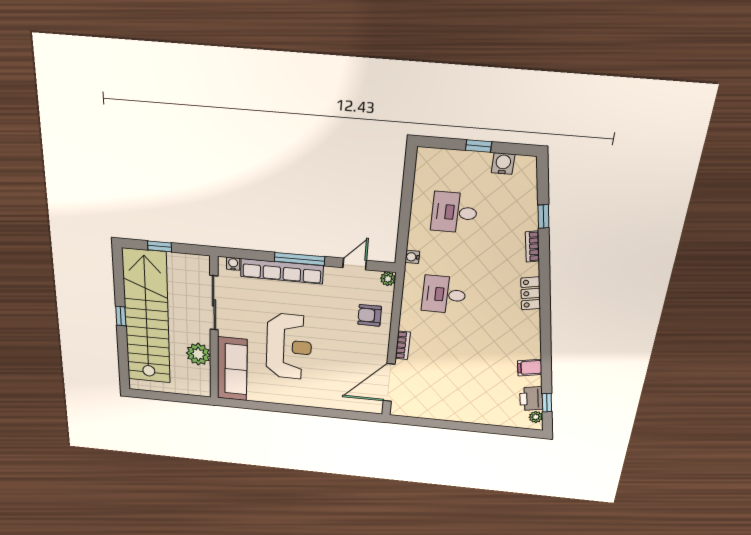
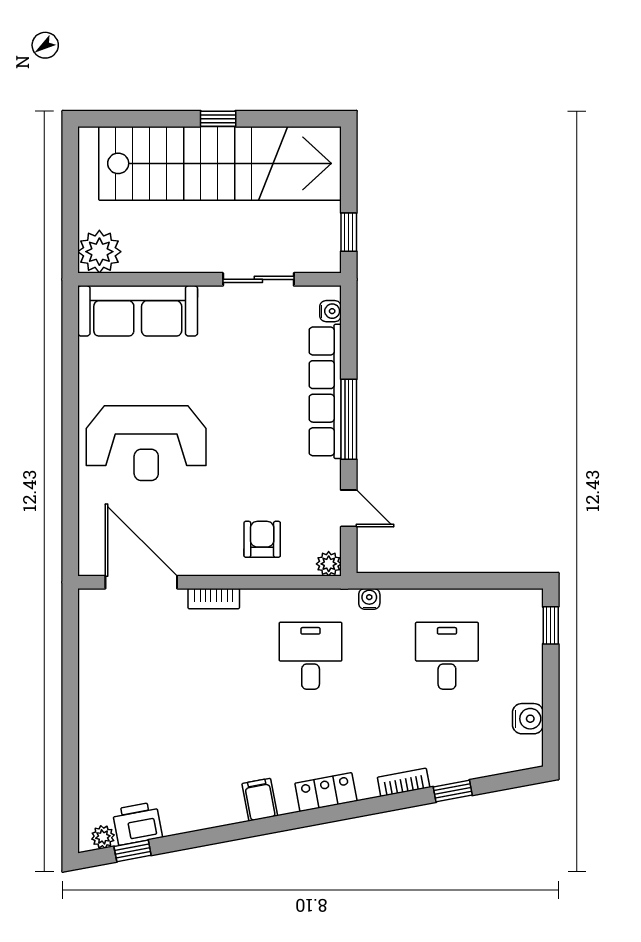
window: (479, 146) -> (551, 625), moved
window: (160, 246) -> (349, 232), moved
sliding door: (214, 303) -> (258, 279), width x0.73
reception desk: (289, 347) -> (146, 443), moved
plant: (198, 354) -> (99, 252), moved
filing cabinet: (530, 368) -> (260, 800), moved

